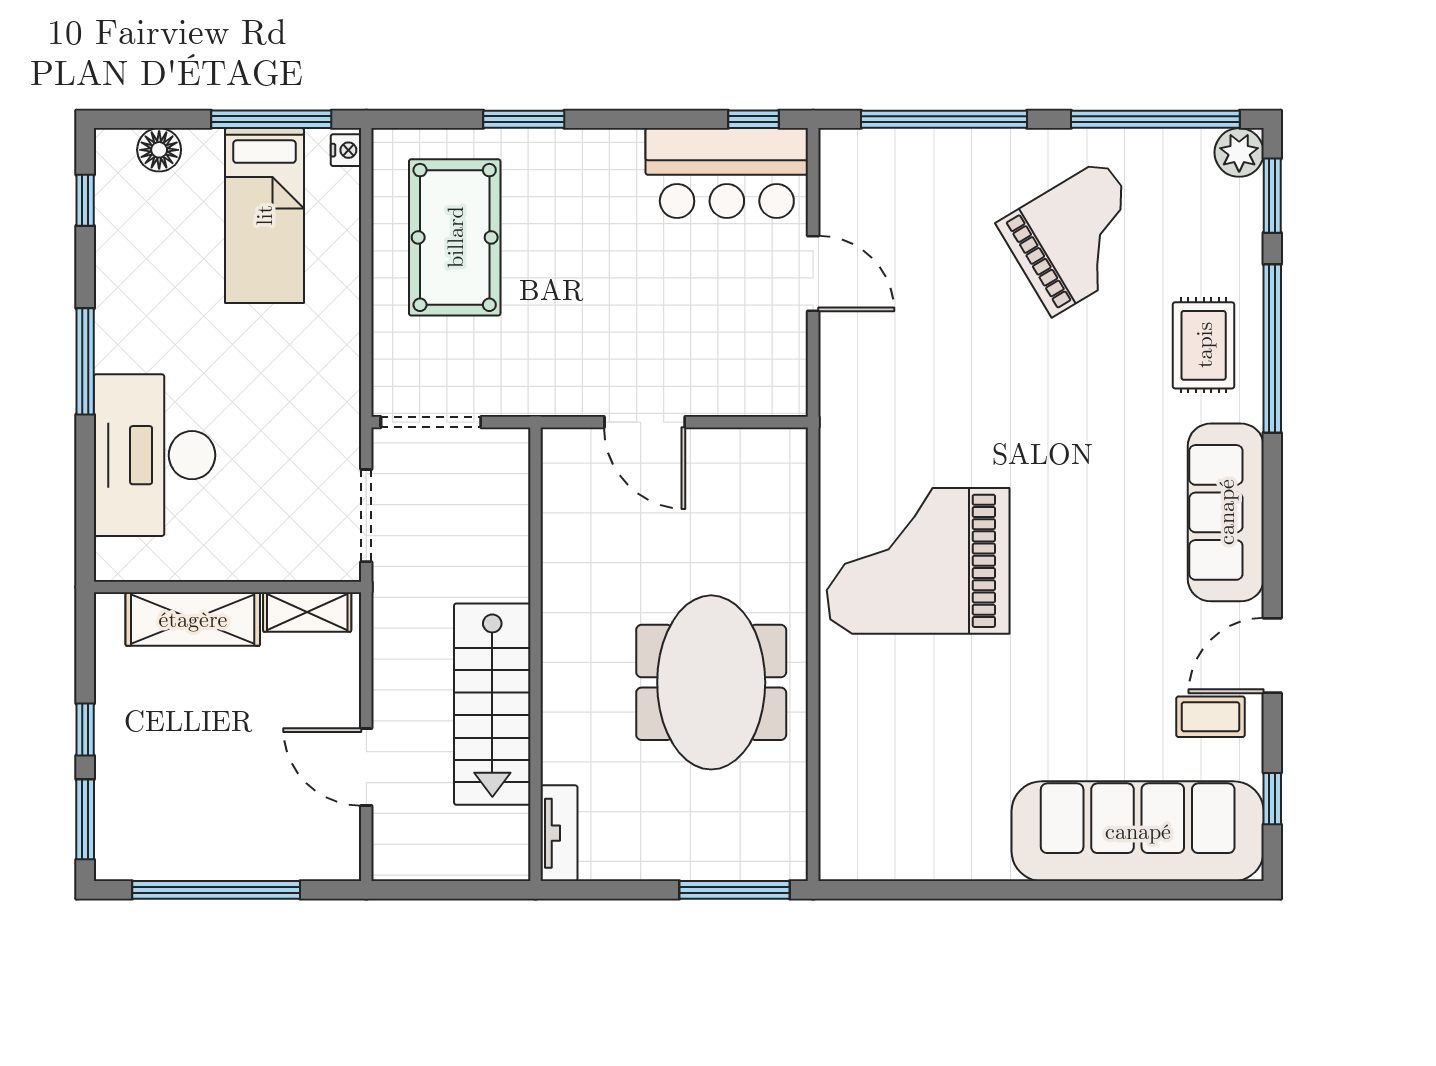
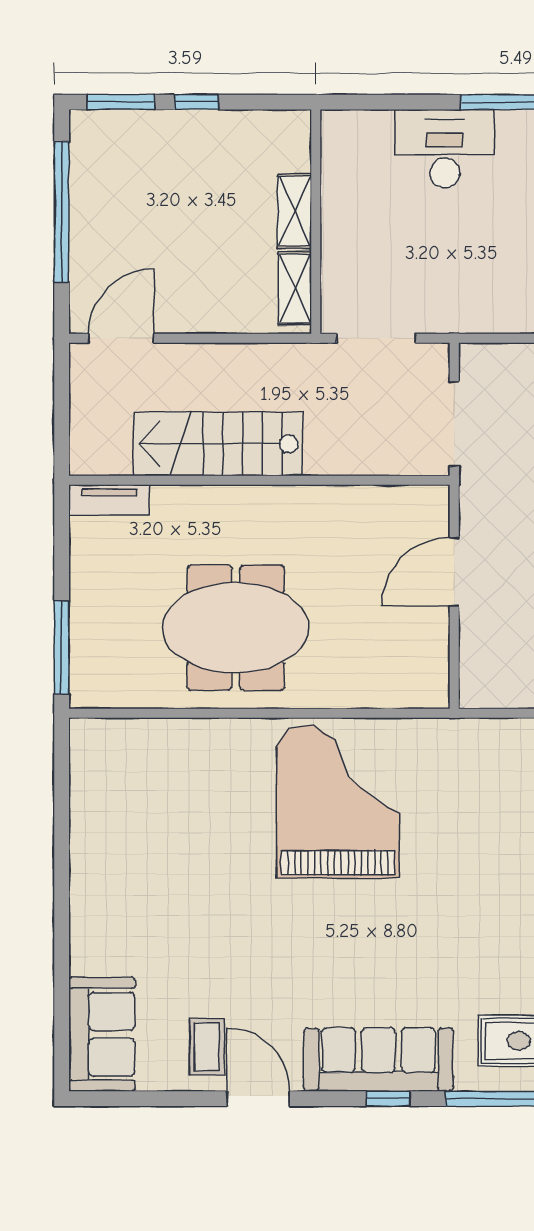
doorway: (431, 422) -> (454, 424), moved
desk: (154, 455) -> (445, 149), width x0.73, depth x0.77
shelving: (193, 619) -> (295, 211), width x0.67, depth x0.75
door: (366, 767) -> (121, 338), moved
window: (1272, 799) -> (388, 1099), moved
sofa: (1138, 831) -> (102, 1034), width x0.54, depth x0.79

